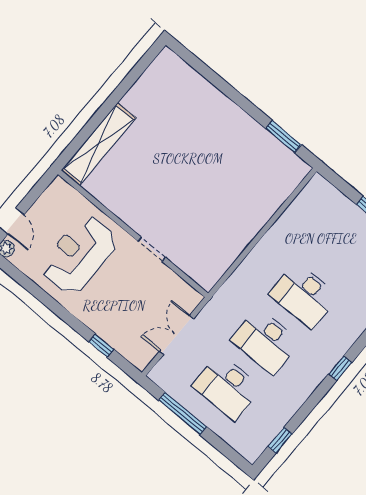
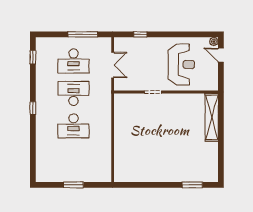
window: (284, 137) -> (192, 185), moved
desk: (304, 295) -> (74, 126), turned 180
desk: (227, 387) -> (74, 61), turned 180

